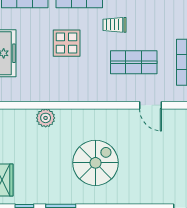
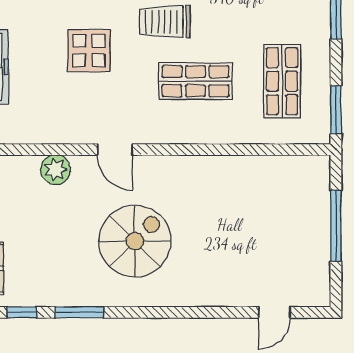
trolley: (114, 25) -> (165, 22), width x1.36, depth x1.39
door: (150, 105) -> (115, 150), moved

